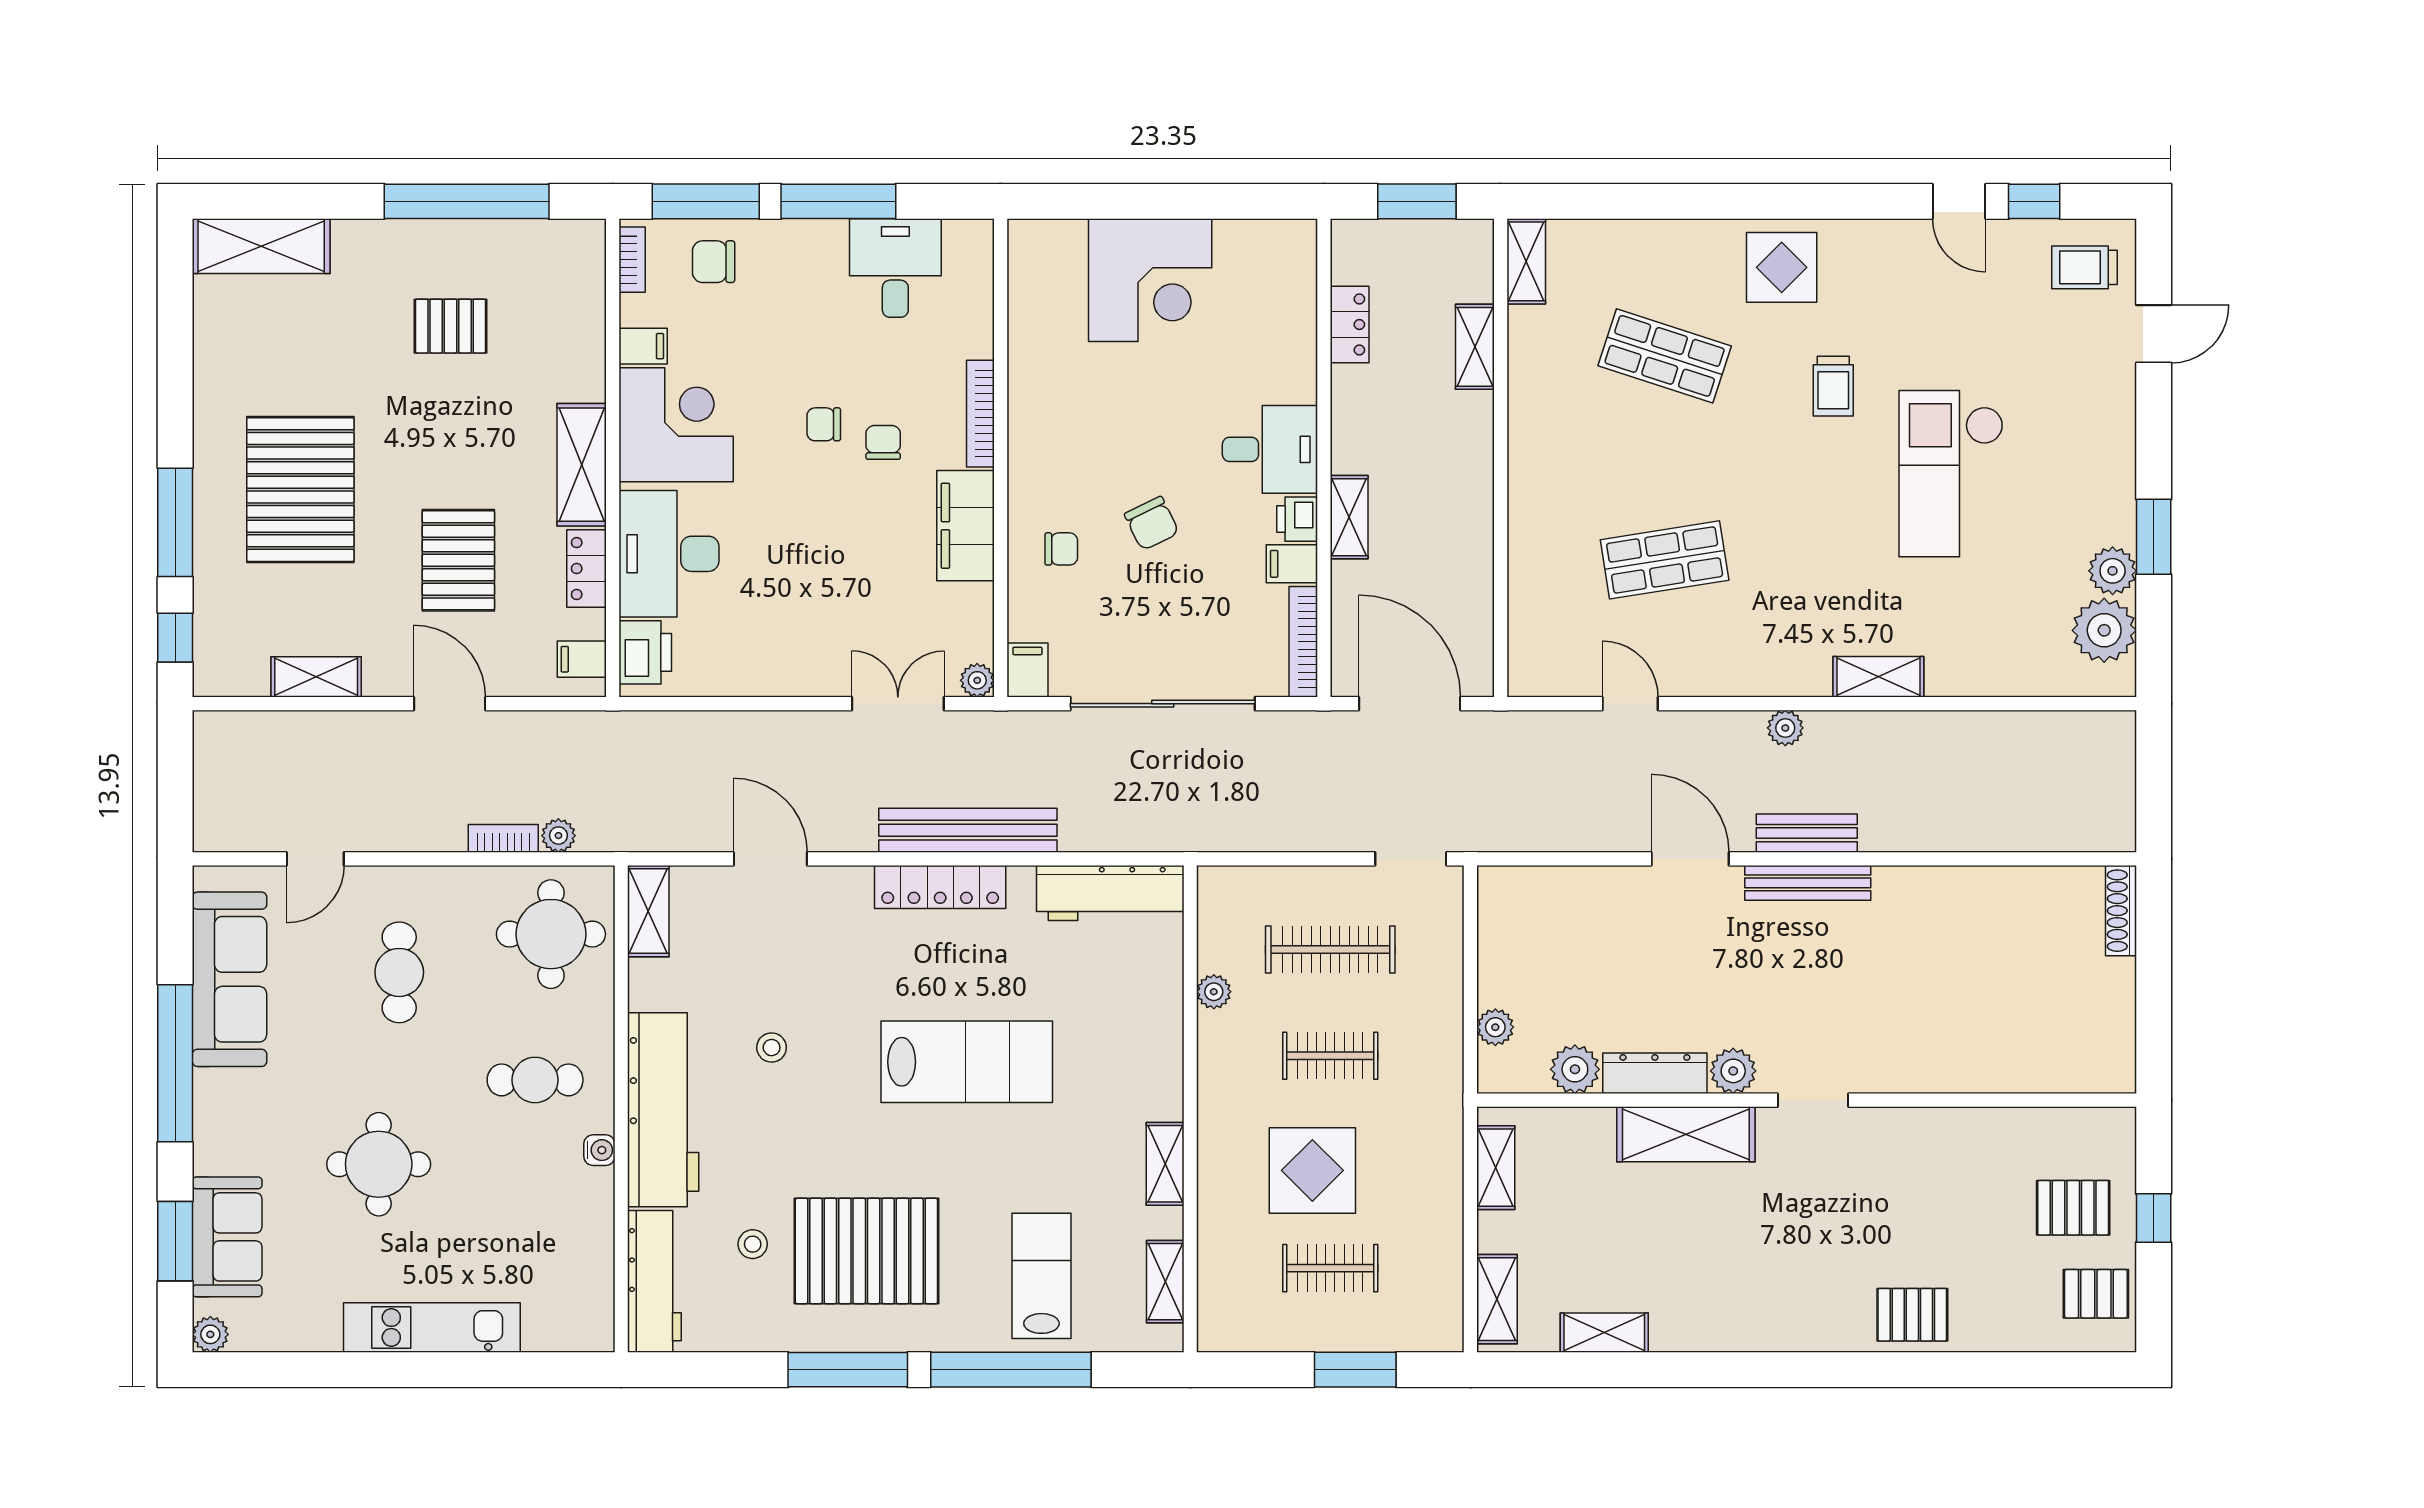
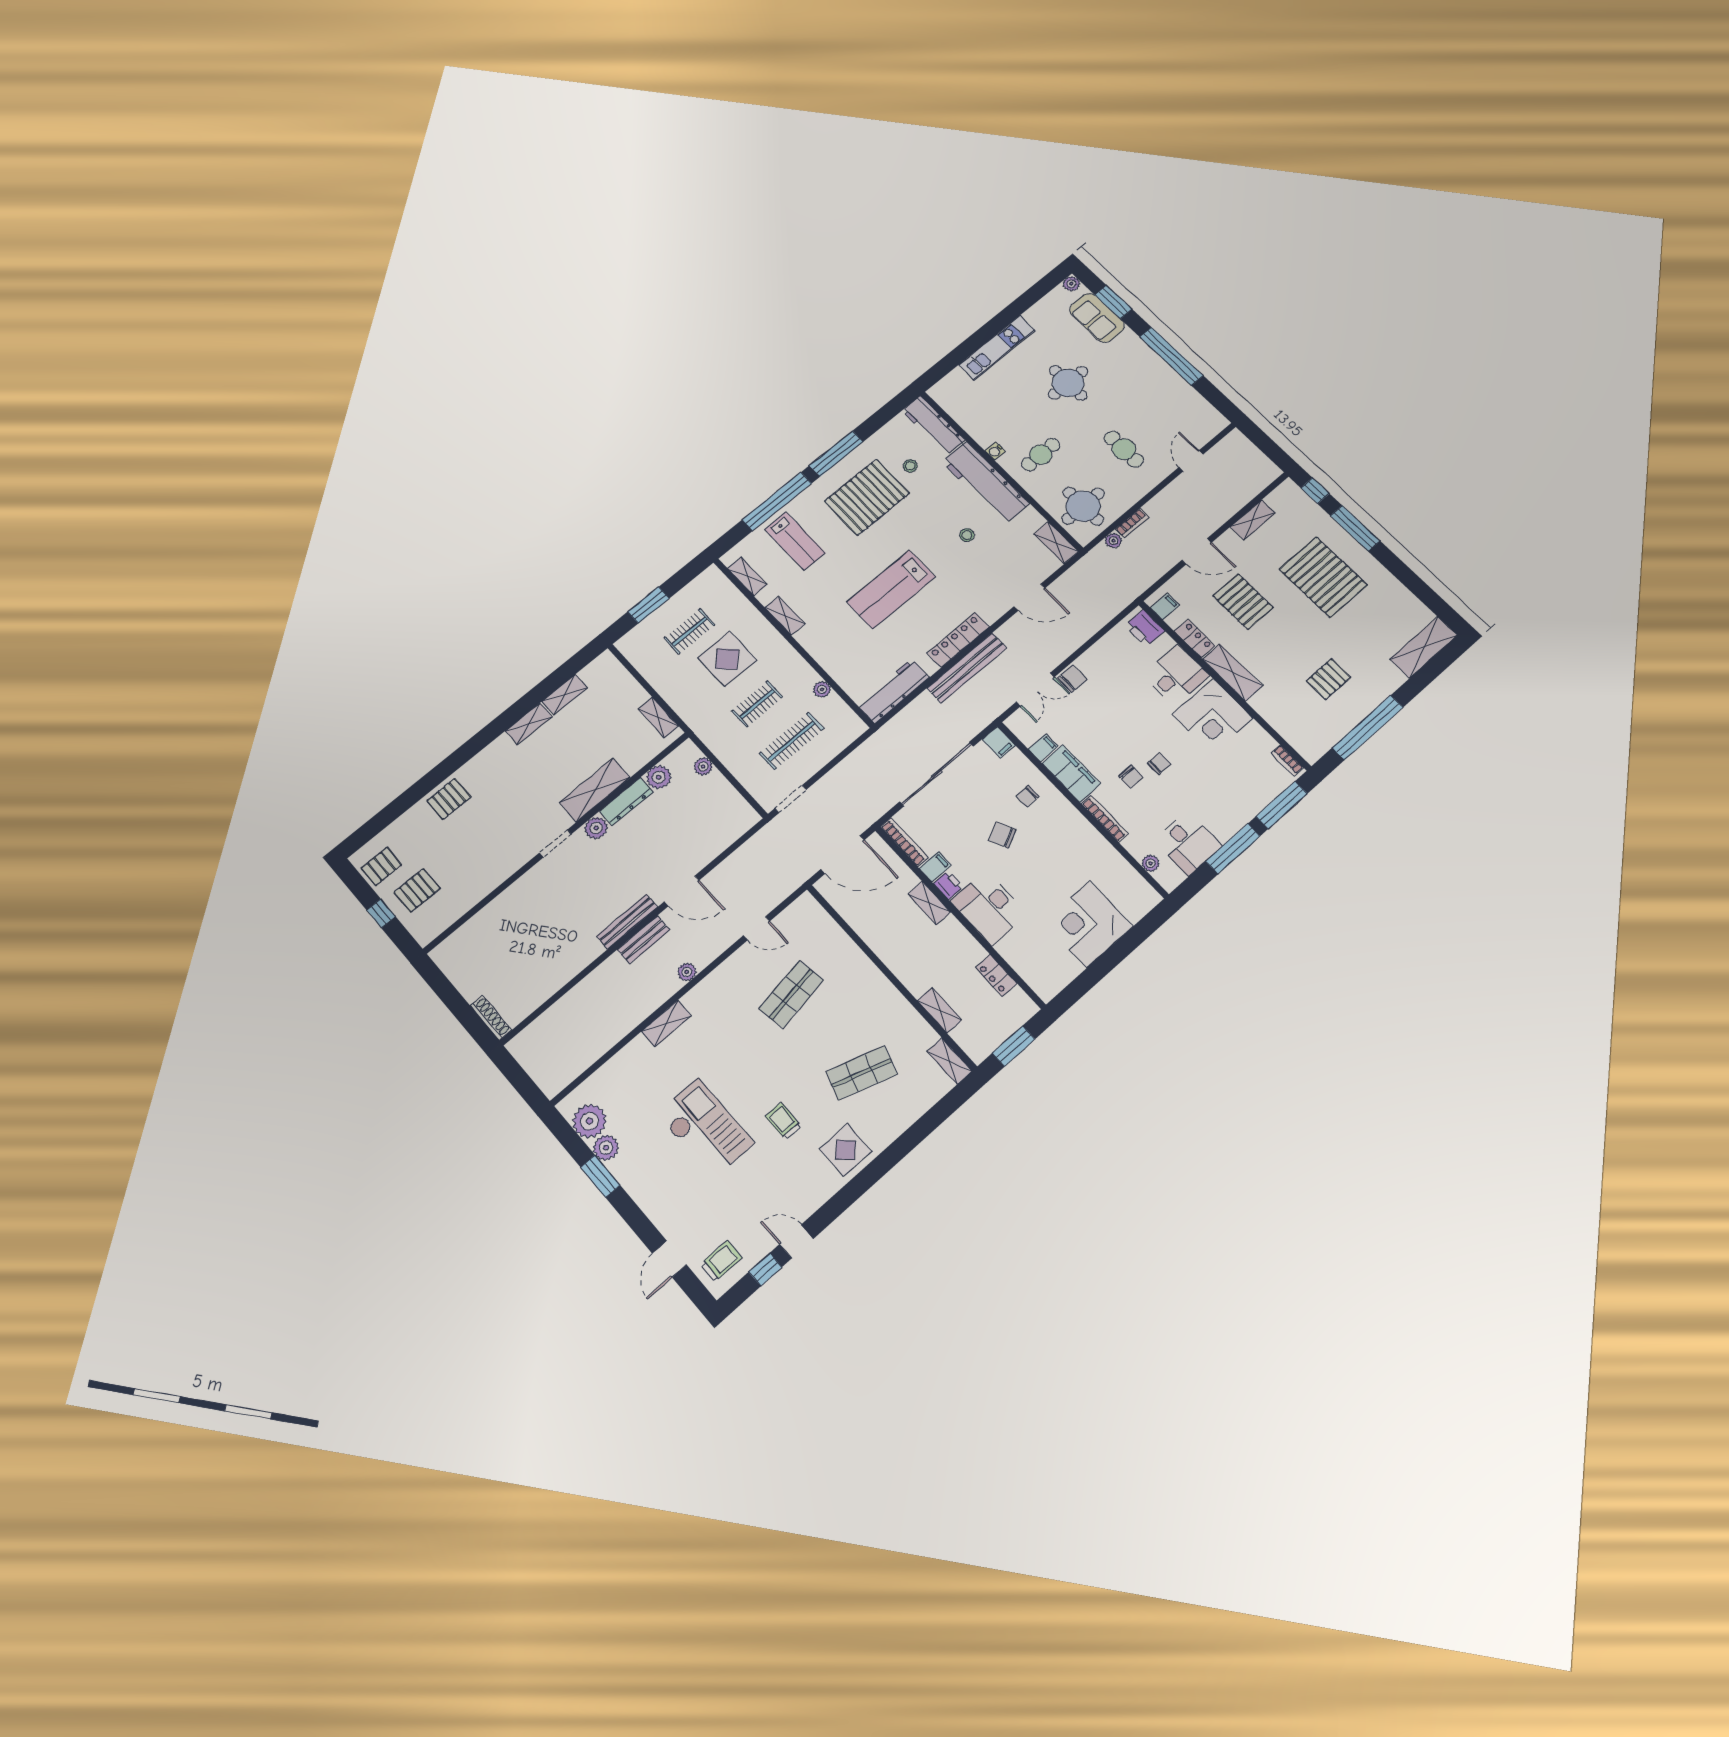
chair: (714, 262) -> (1072, 679), moved
filing cabinet: (643, 346) -> (1043, 748), moved, turned 180
desk: (1270, 449) -> (989, 908), width x1.37
desk: (669, 554) -> (1176, 675), width x0.73
plant: (977, 680) -> (1151, 863), moved
sofa: (229, 979) -> (1180, 398), removed
shelving: (1497, 1299) -> (529, 724), moved, turned 90

